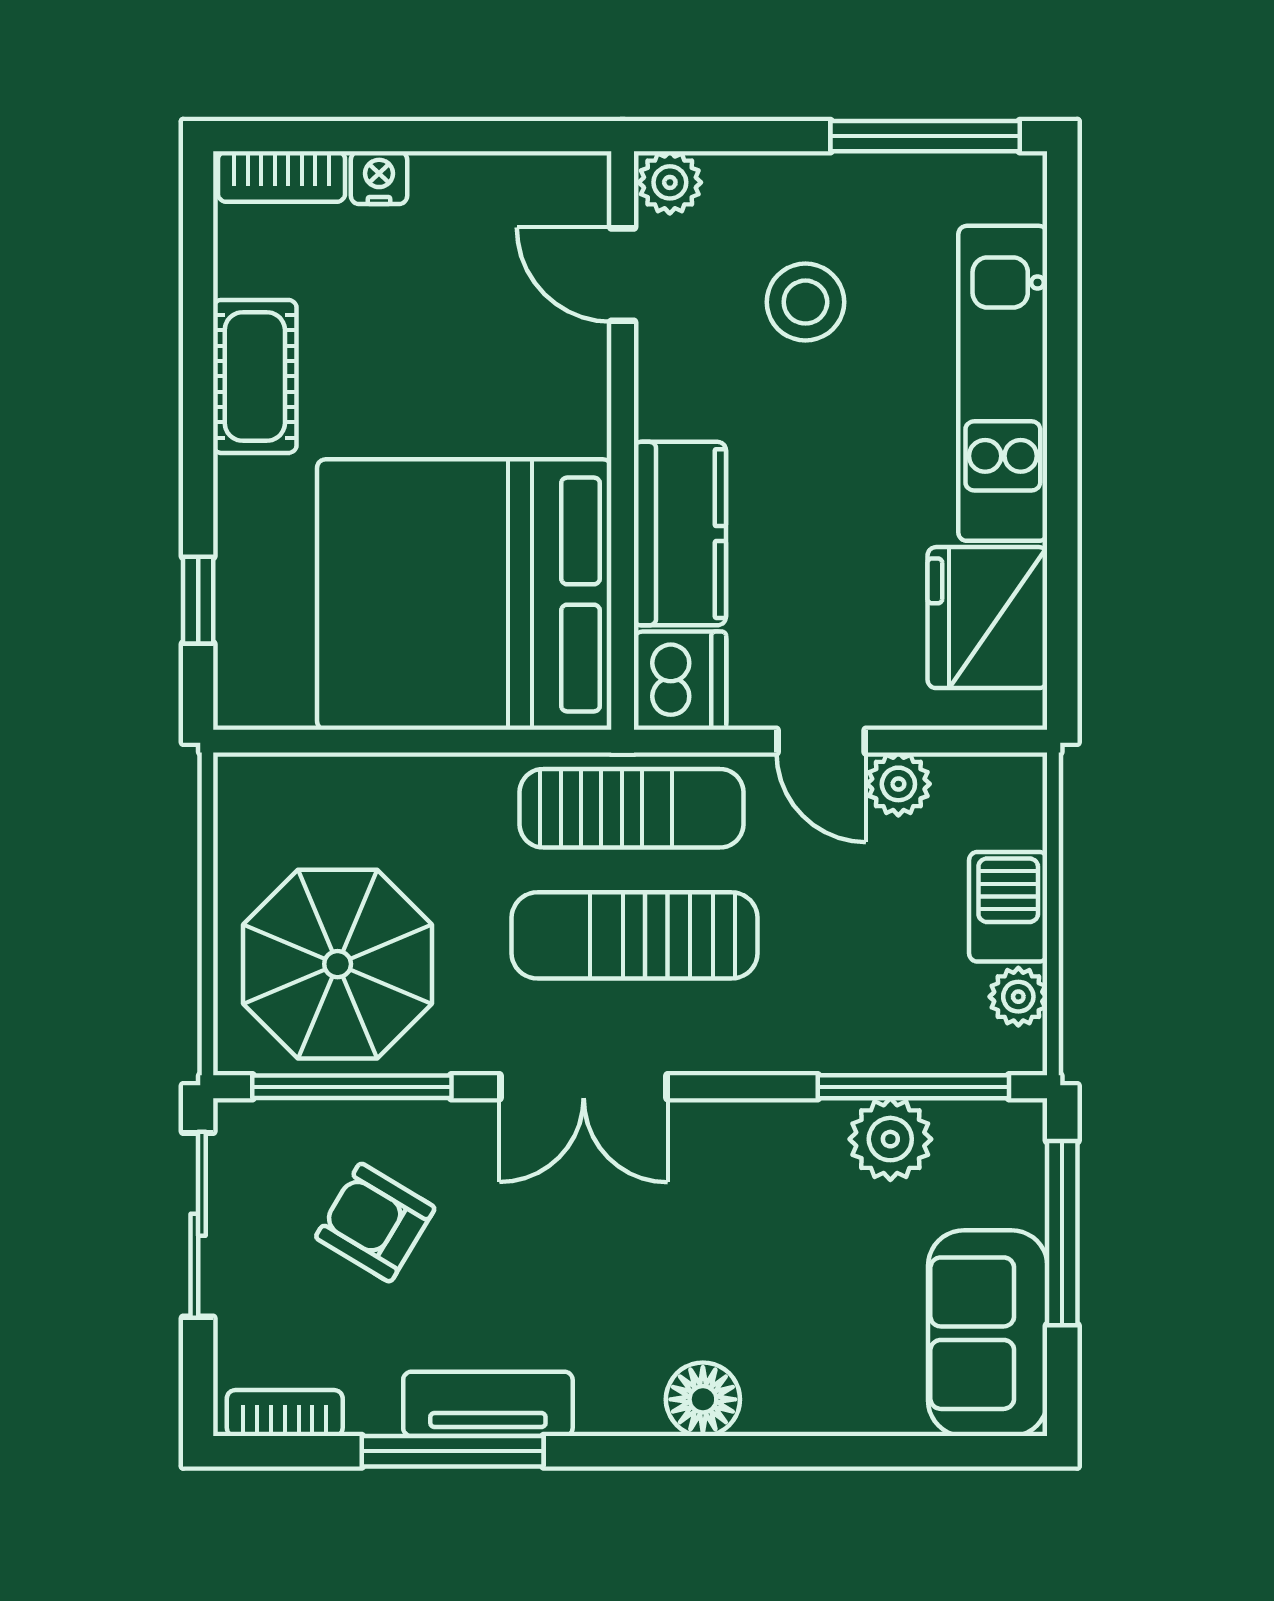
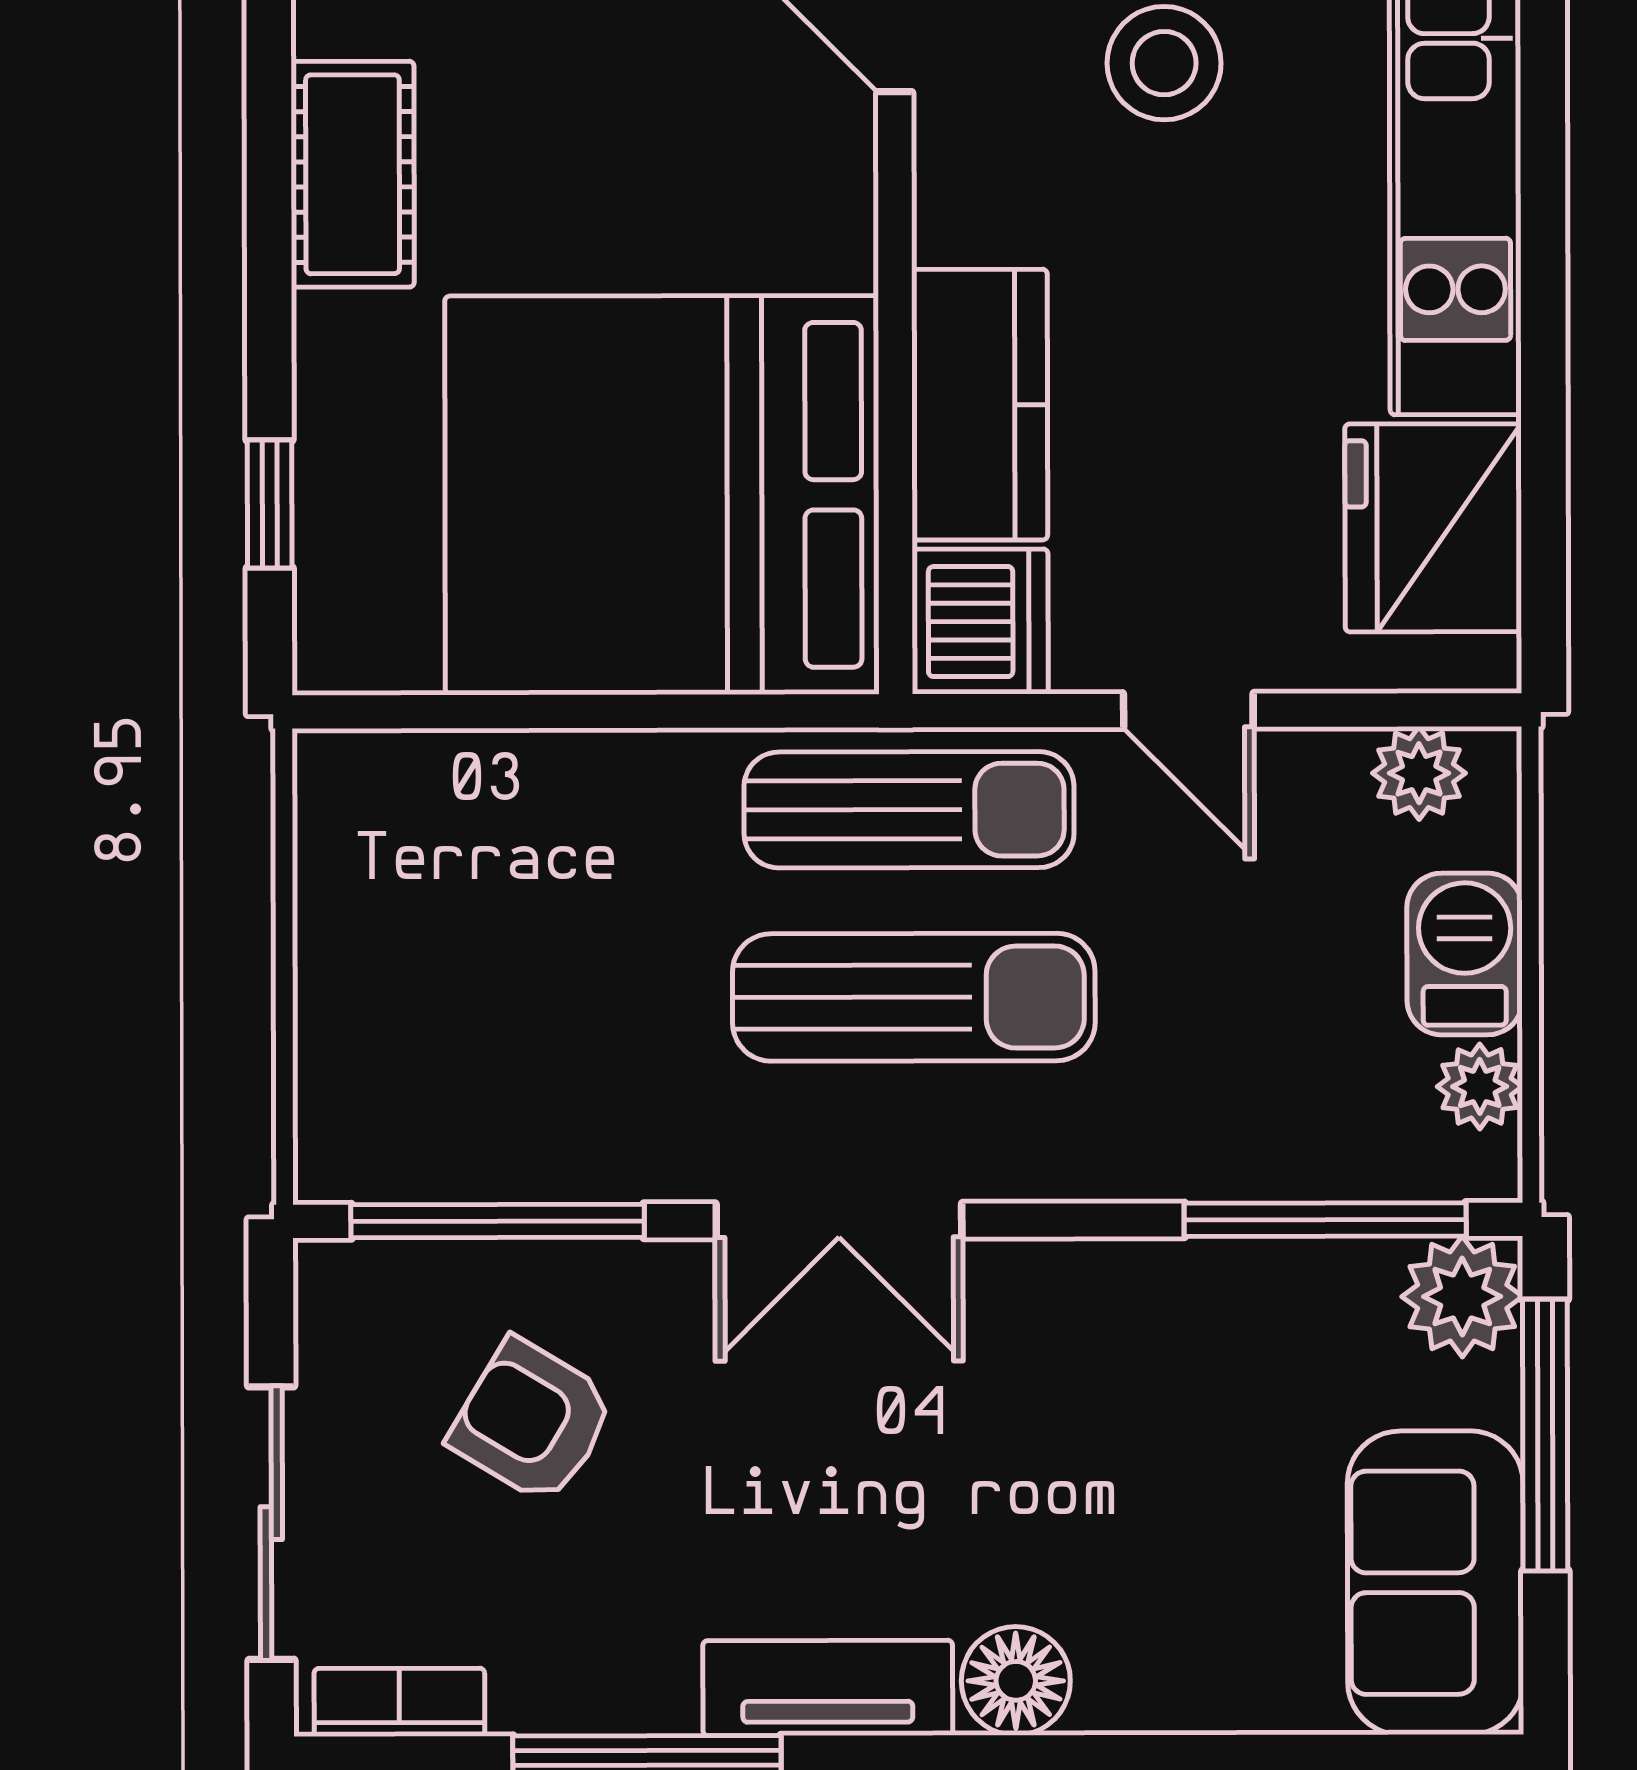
plant: (898, 784) -> (1419, 773), moved
sun lounger: (635, 935) -> (914, 997), turned 180
parasol: (338, 964) -> (476, 1040), removed
plant: (890, 1139) -> (1462, 1297), moved
sliding door: (198, 1225) -> (271, 1523), moved
tv unit: (488, 1404) -> (828, 1688), moved

